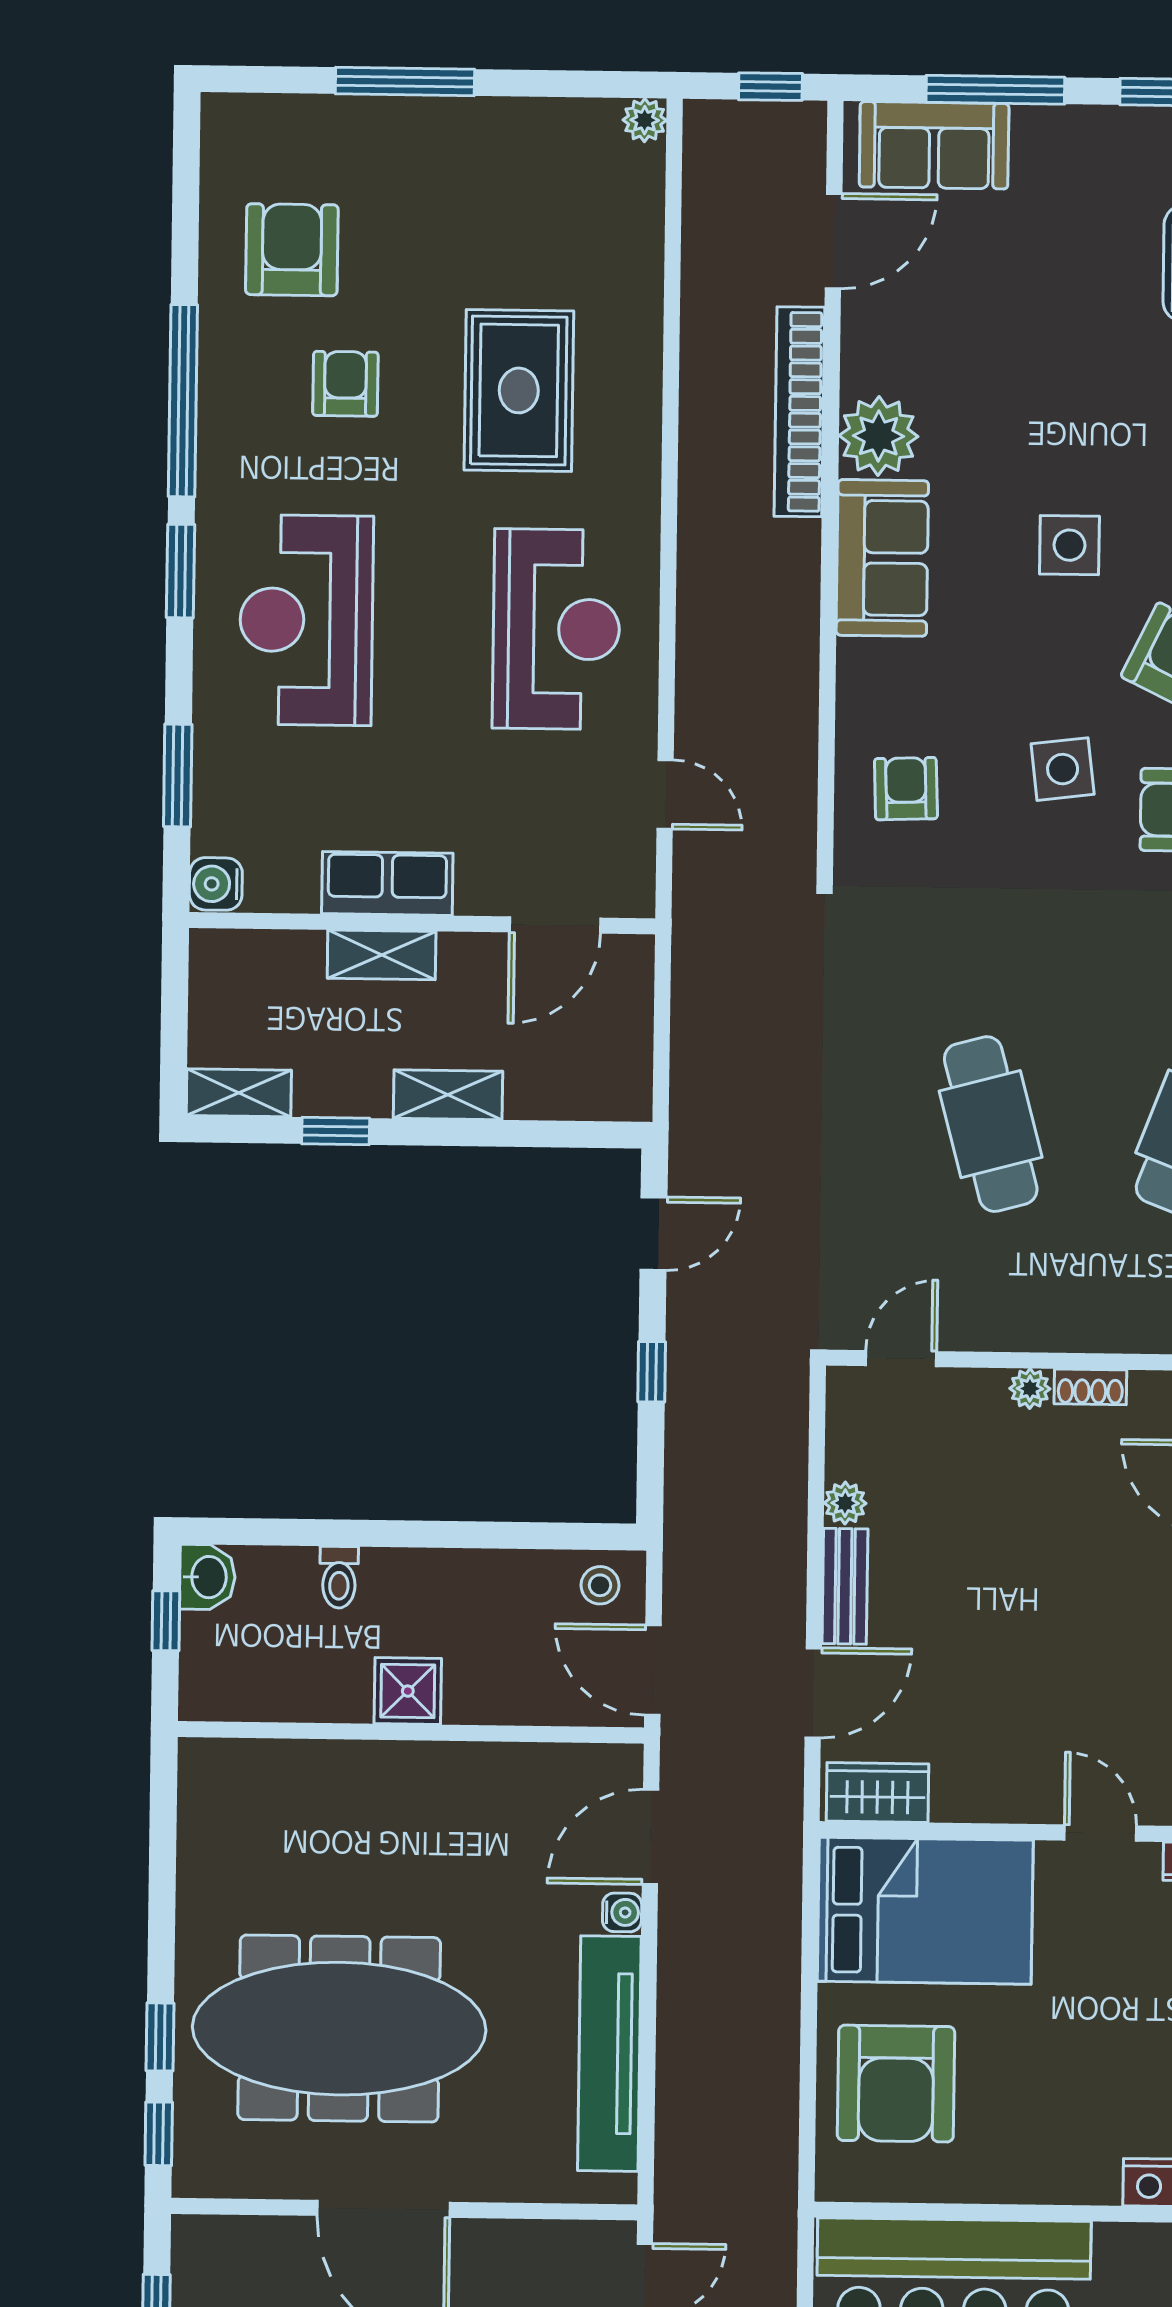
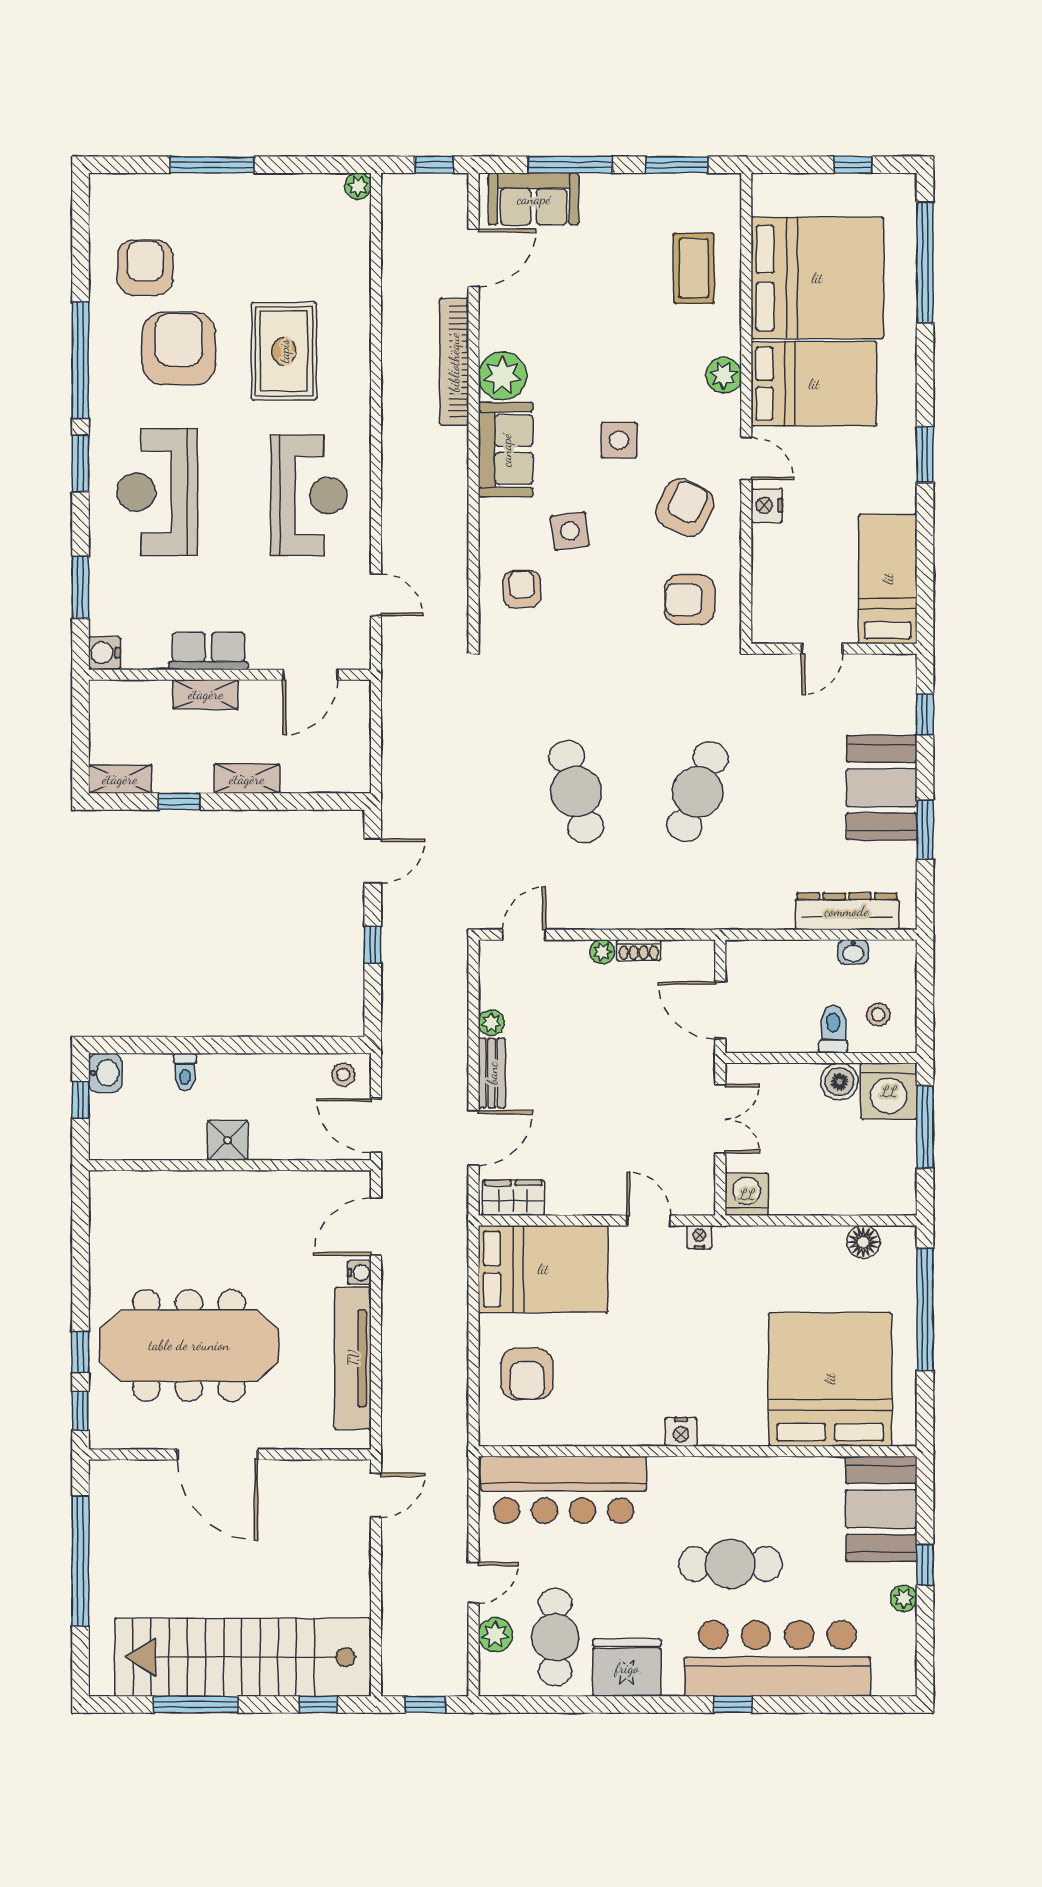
armchair: (345, 384) -> (179, 349), width x1.88, depth x1.88
side table: (1063, 769) -> (570, 531), moved
armchair: (896, 2084) -> (527, 1374), width x0.73, depth x0.73

